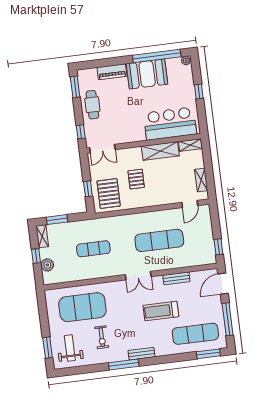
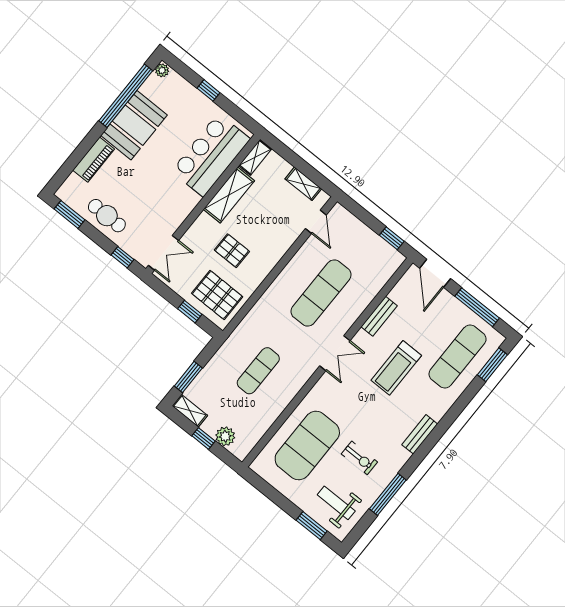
window: (124, 364) -> (388, 494), moved

